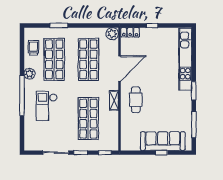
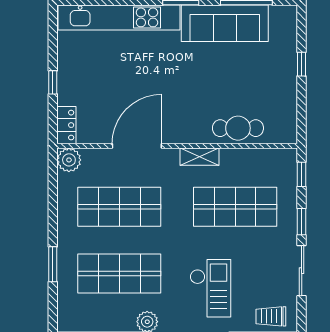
trolley: (34, 48) -> (271, 316), moved
door: (120, 68) -> (137, 146), hinge flipped
cafe table: (136, 100) -> (238, 128), moved
checkout: (47, 106) -> (210, 288), turned -90
sofa: (163, 141) -> (225, 23), moved, turned -90

